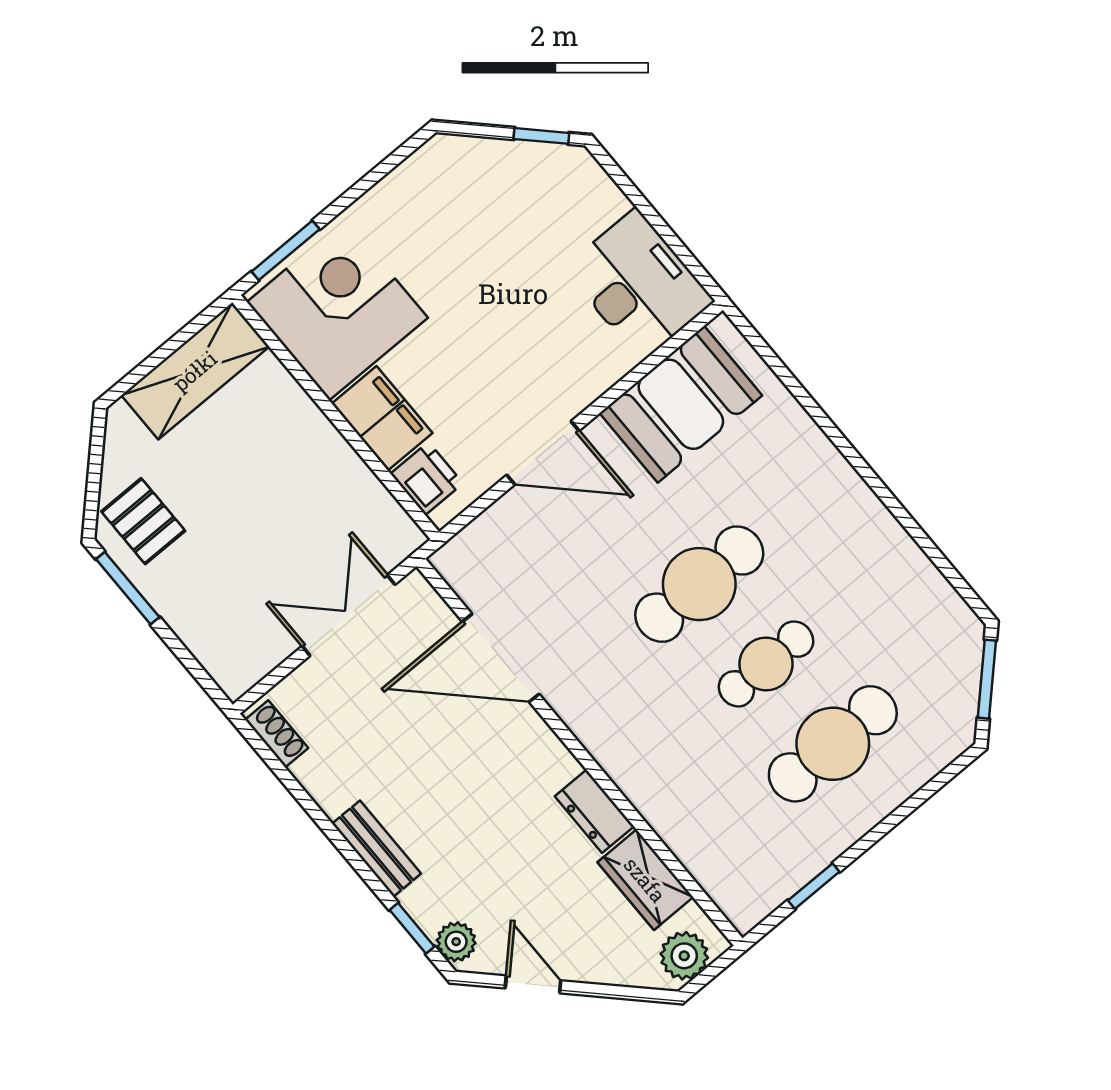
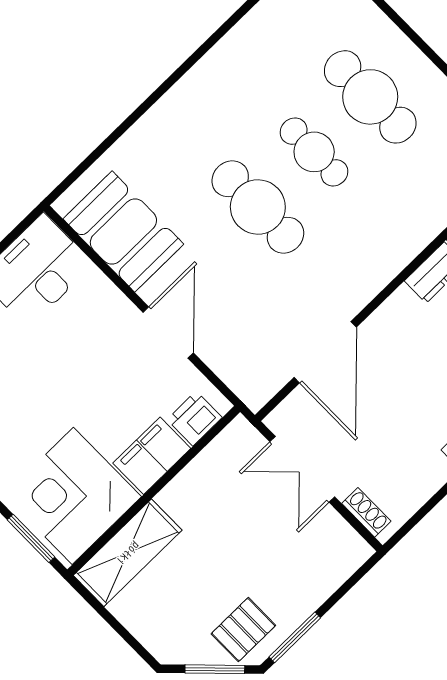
shelving: (195, 371) -> (128, 553), moved, turned 90
window: (94, 479) -> (215, 669), added
shoe rack: (277, 734) -> (366, 512), moved, turned 90

